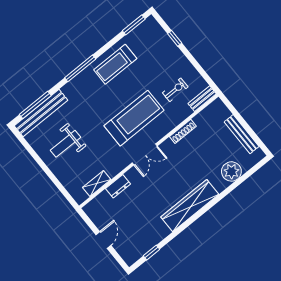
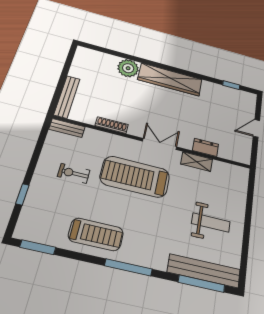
exercise bike: (175, 90) -> (74, 173), moved
bench: (242, 134) -> (67, 97), moved
plant: (231, 171) -> (128, 68), moved
shelving: (97, 183) -> (197, 162), moved

